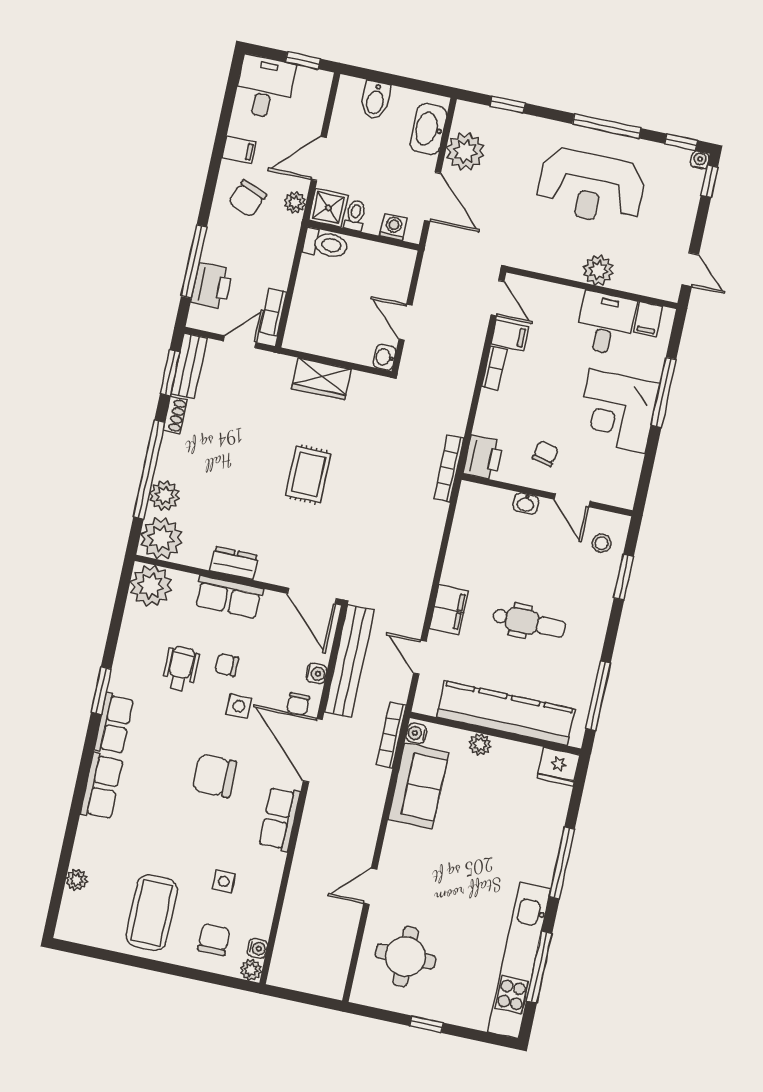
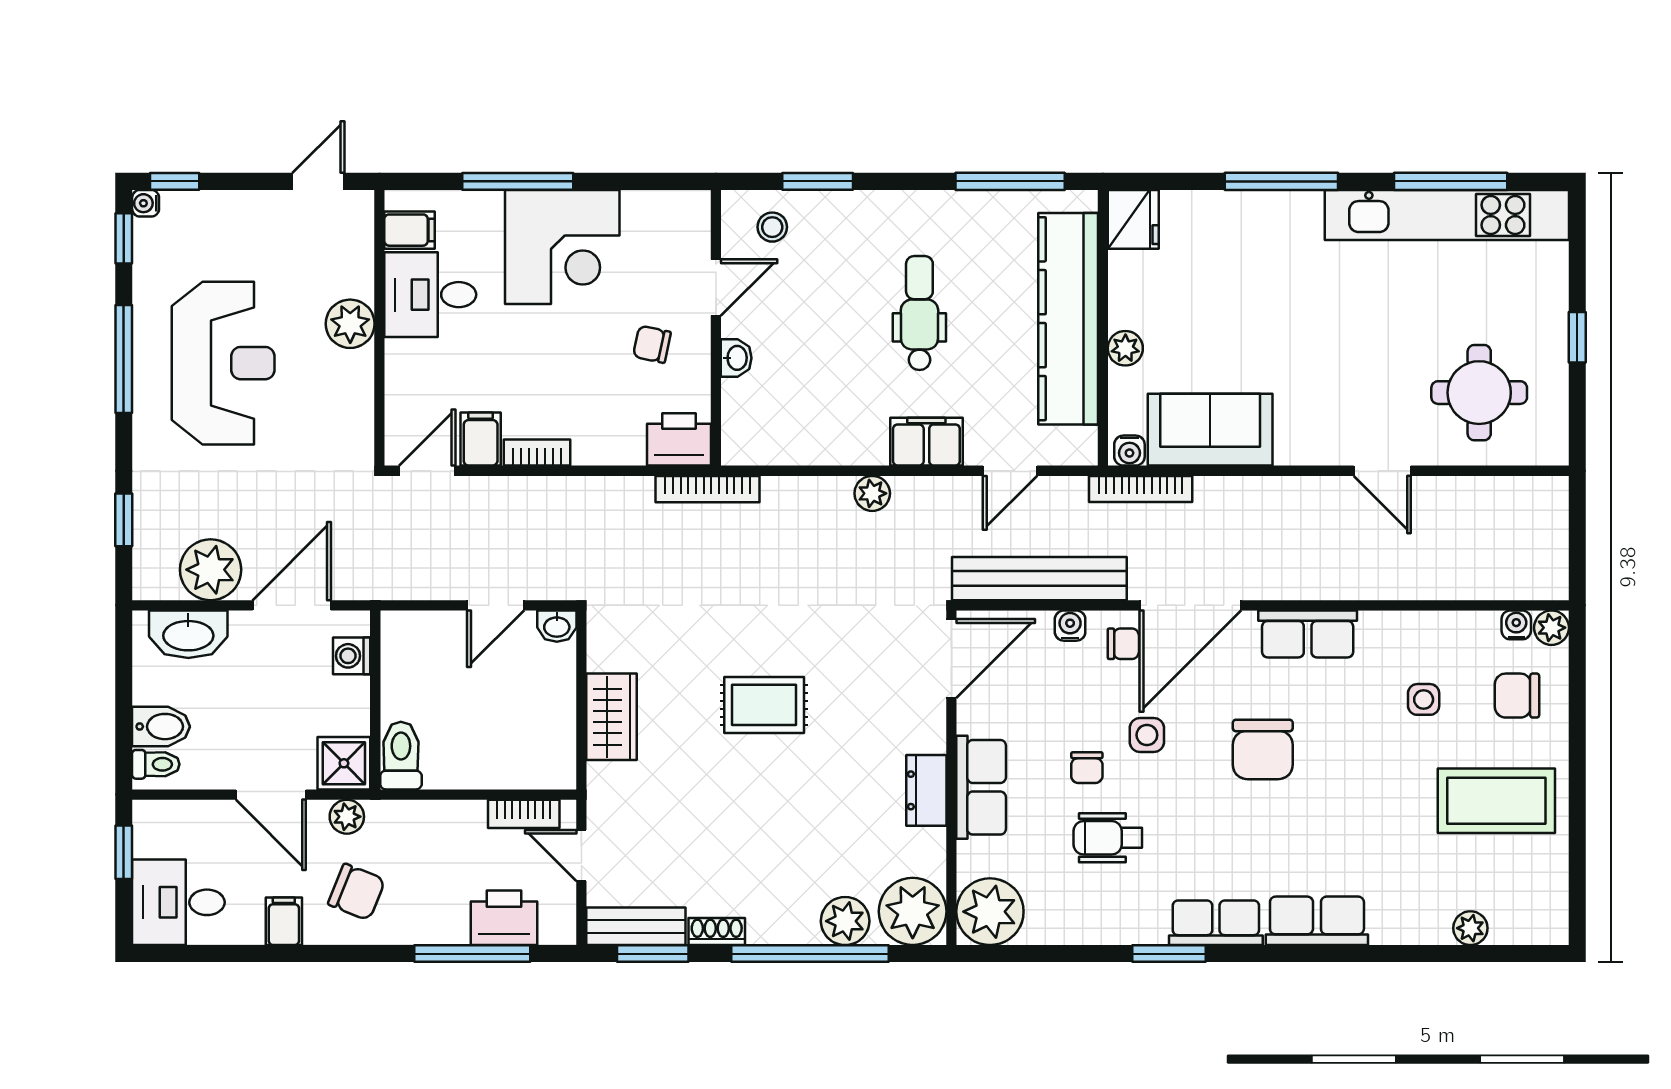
toilet: (355, 215) -> (156, 764), moved, turned 180
plant: (424, 569) -> (872, 493), added

